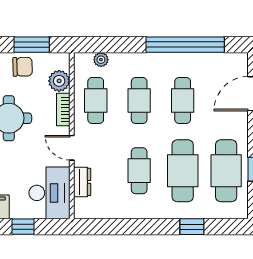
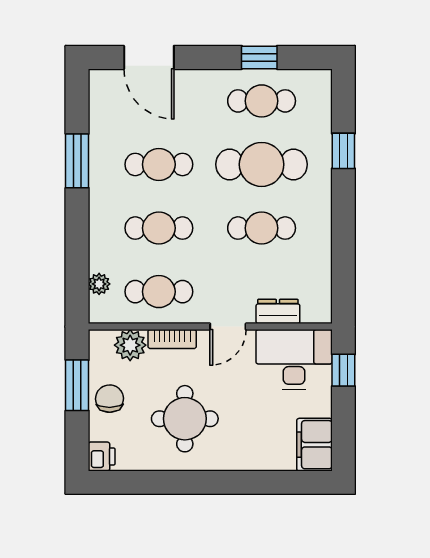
window: (185, 45) -> (77, 161), width x0.47
cafe table: (226, 171) -> (262, 101), width x0.73, depth x0.74
window: (23, 227) -> (343, 370), moved

